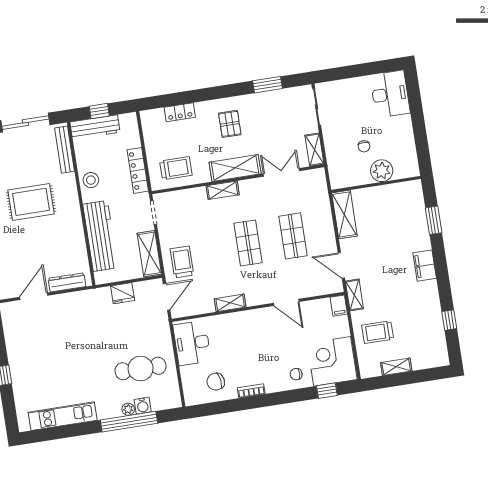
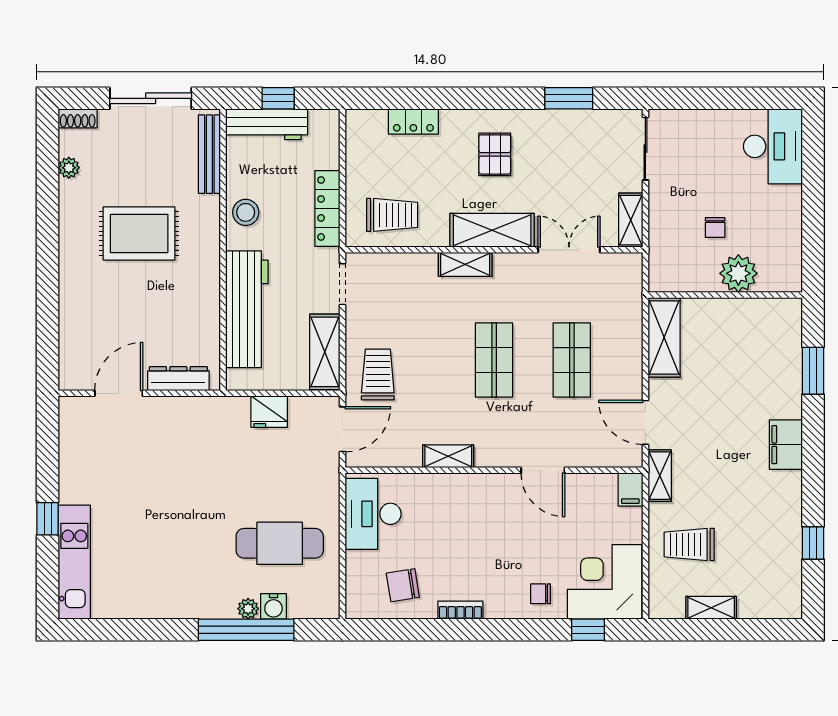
kitchen unit: (63, 416) -> (74, 562), moved, turned 90

